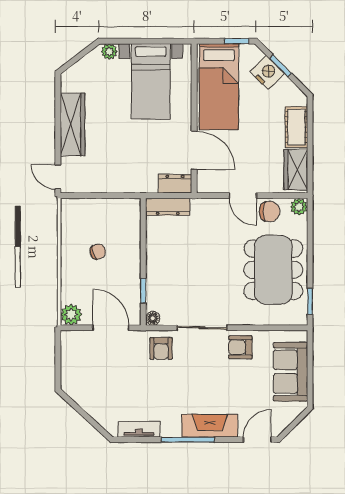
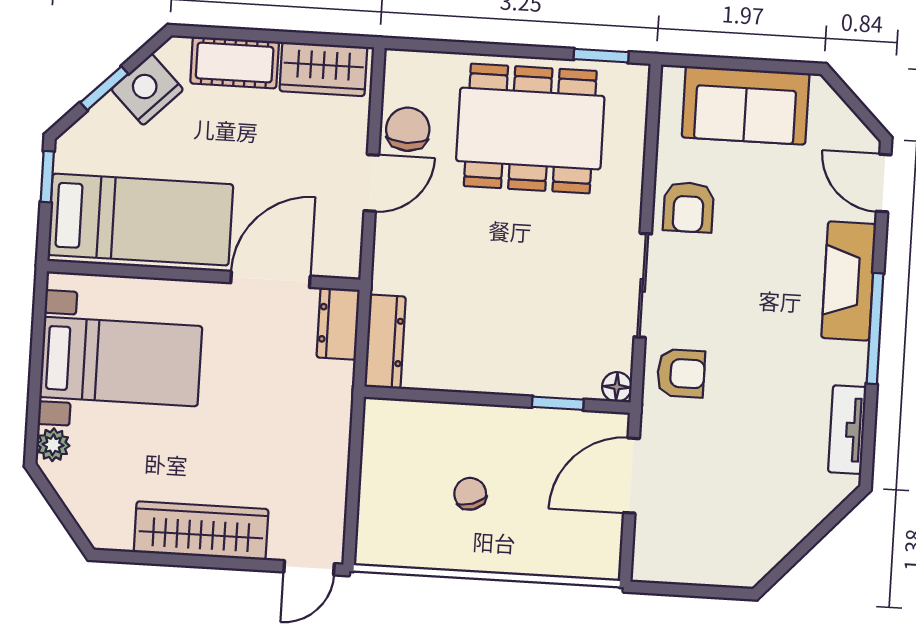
nightstand: (267, 72) -> (147, 89), moved
plant: (299, 207) -> (401, 67), removed
plant: (71, 315) -> (599, 557), removed

